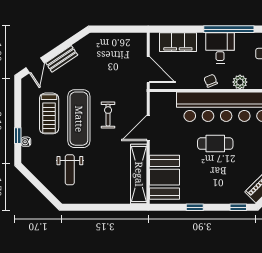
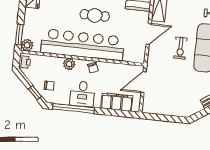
door: (148, 70) -> (144, 82), hinge flipped

